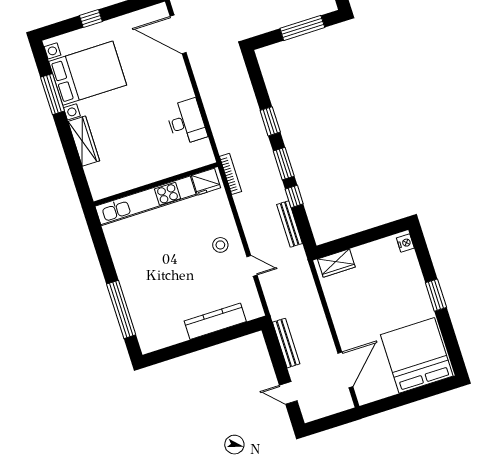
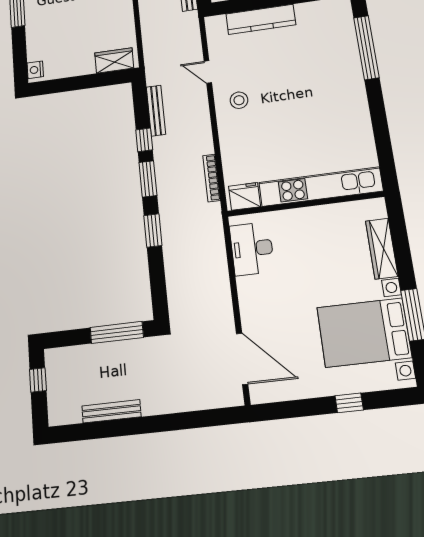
window: (302, 28) -> (117, 332), moved
fridge: (206, 182) -> (245, 196), moved
wall: (156, 184) -> (305, 204), moved
kitchen unit: (146, 201) -> (321, 187), moved

